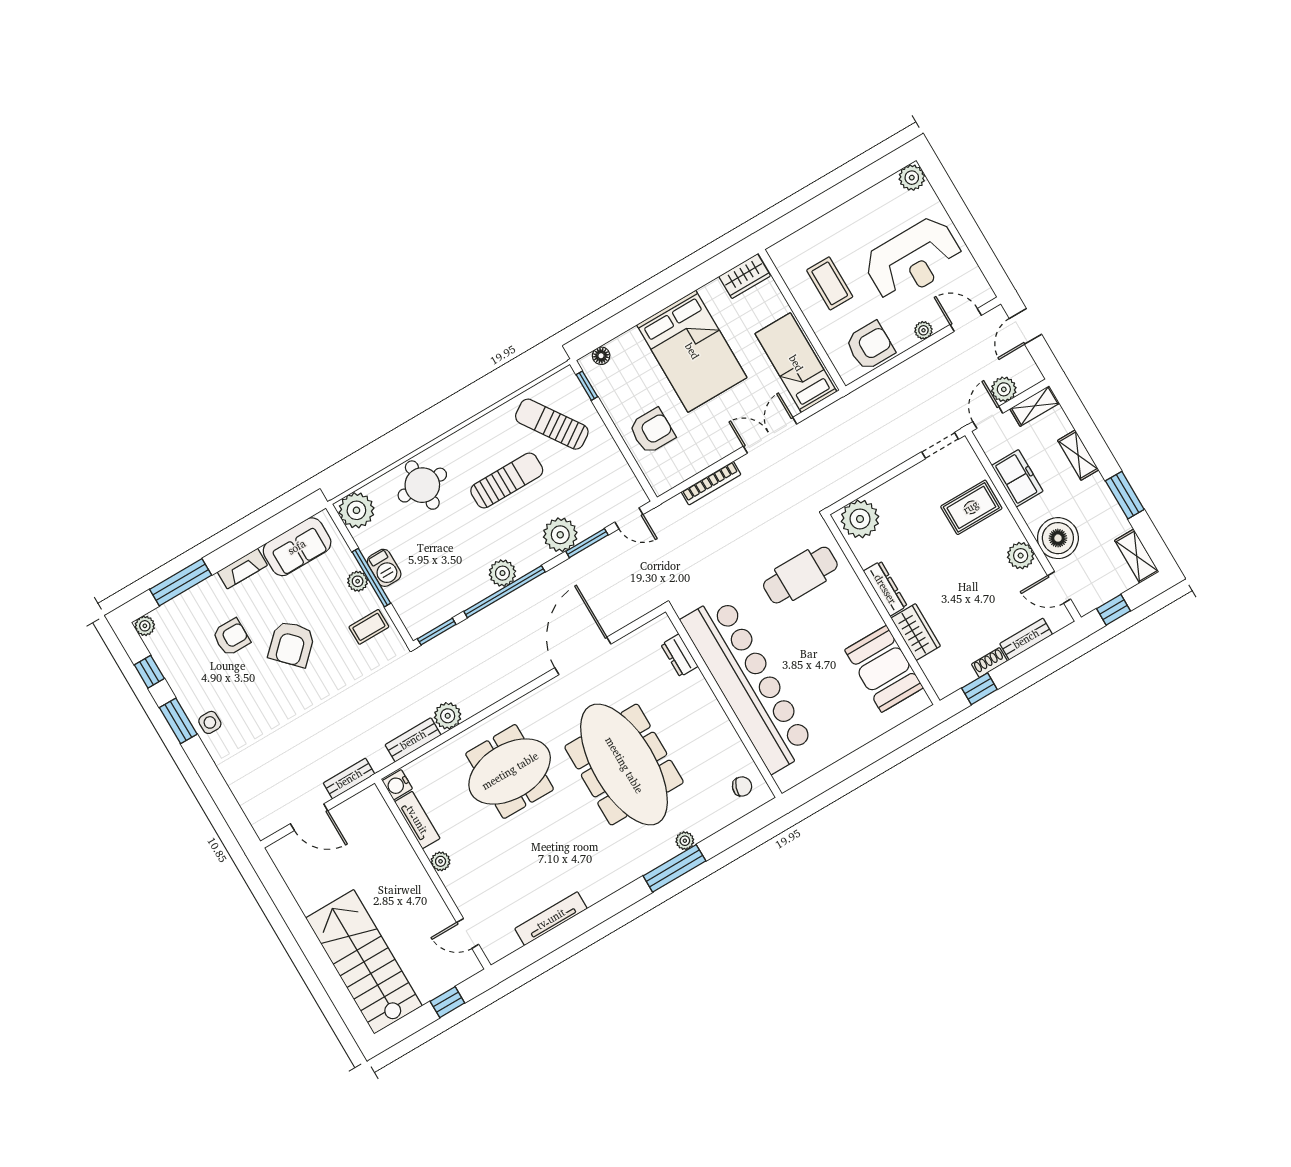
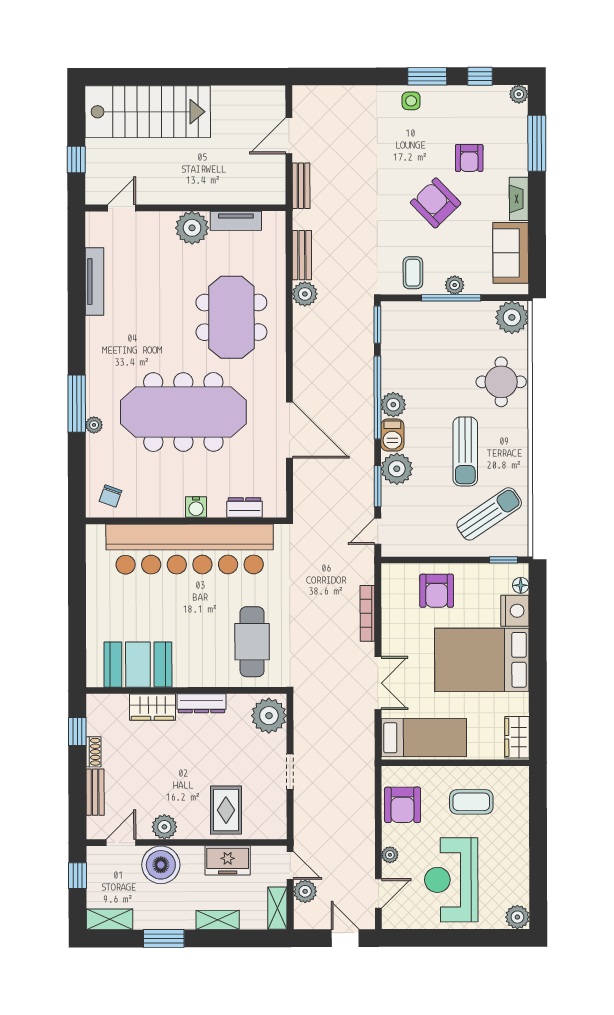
nightstand: (628, 347) -> (515, 611), added
doorway: (940, 446) -> (290, 772), moved
barbecue: (384, 568) -> (392, 435), moved, turned -90
water cooler: (397, 785) -> (196, 507), moved, turned 180
plant: (441, 861) -> (192, 228), width x1.88, depth x1.88

